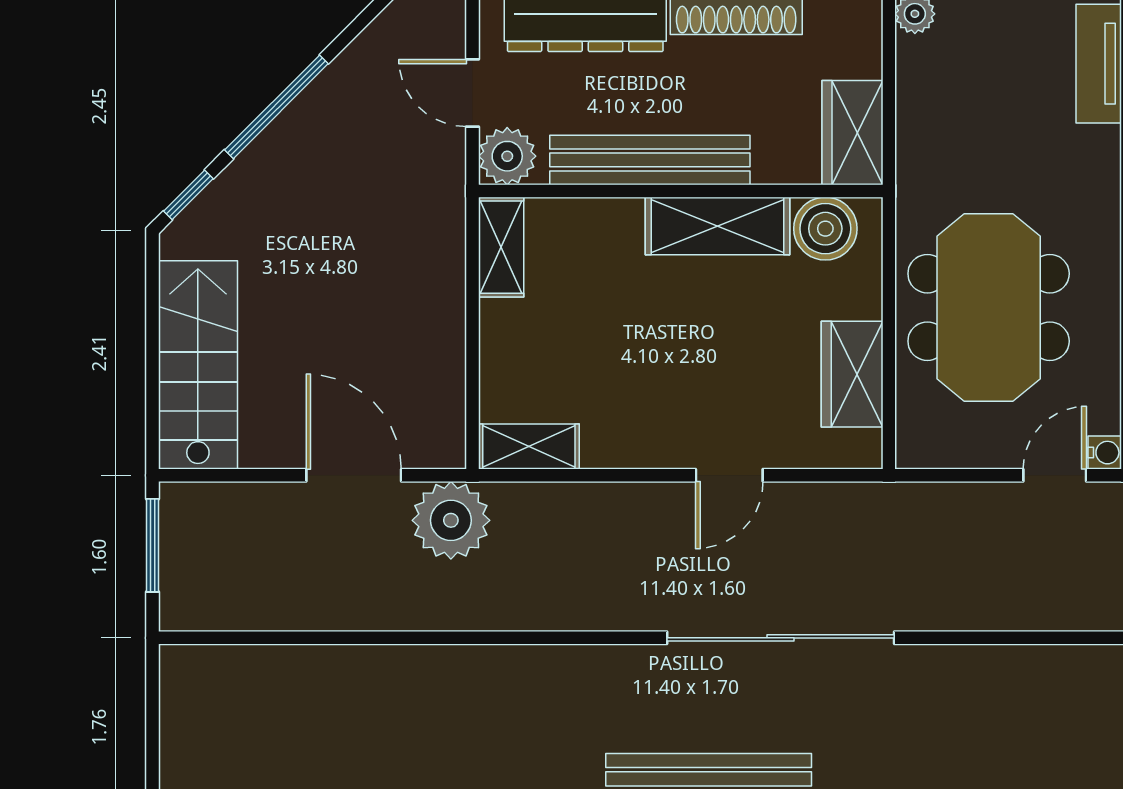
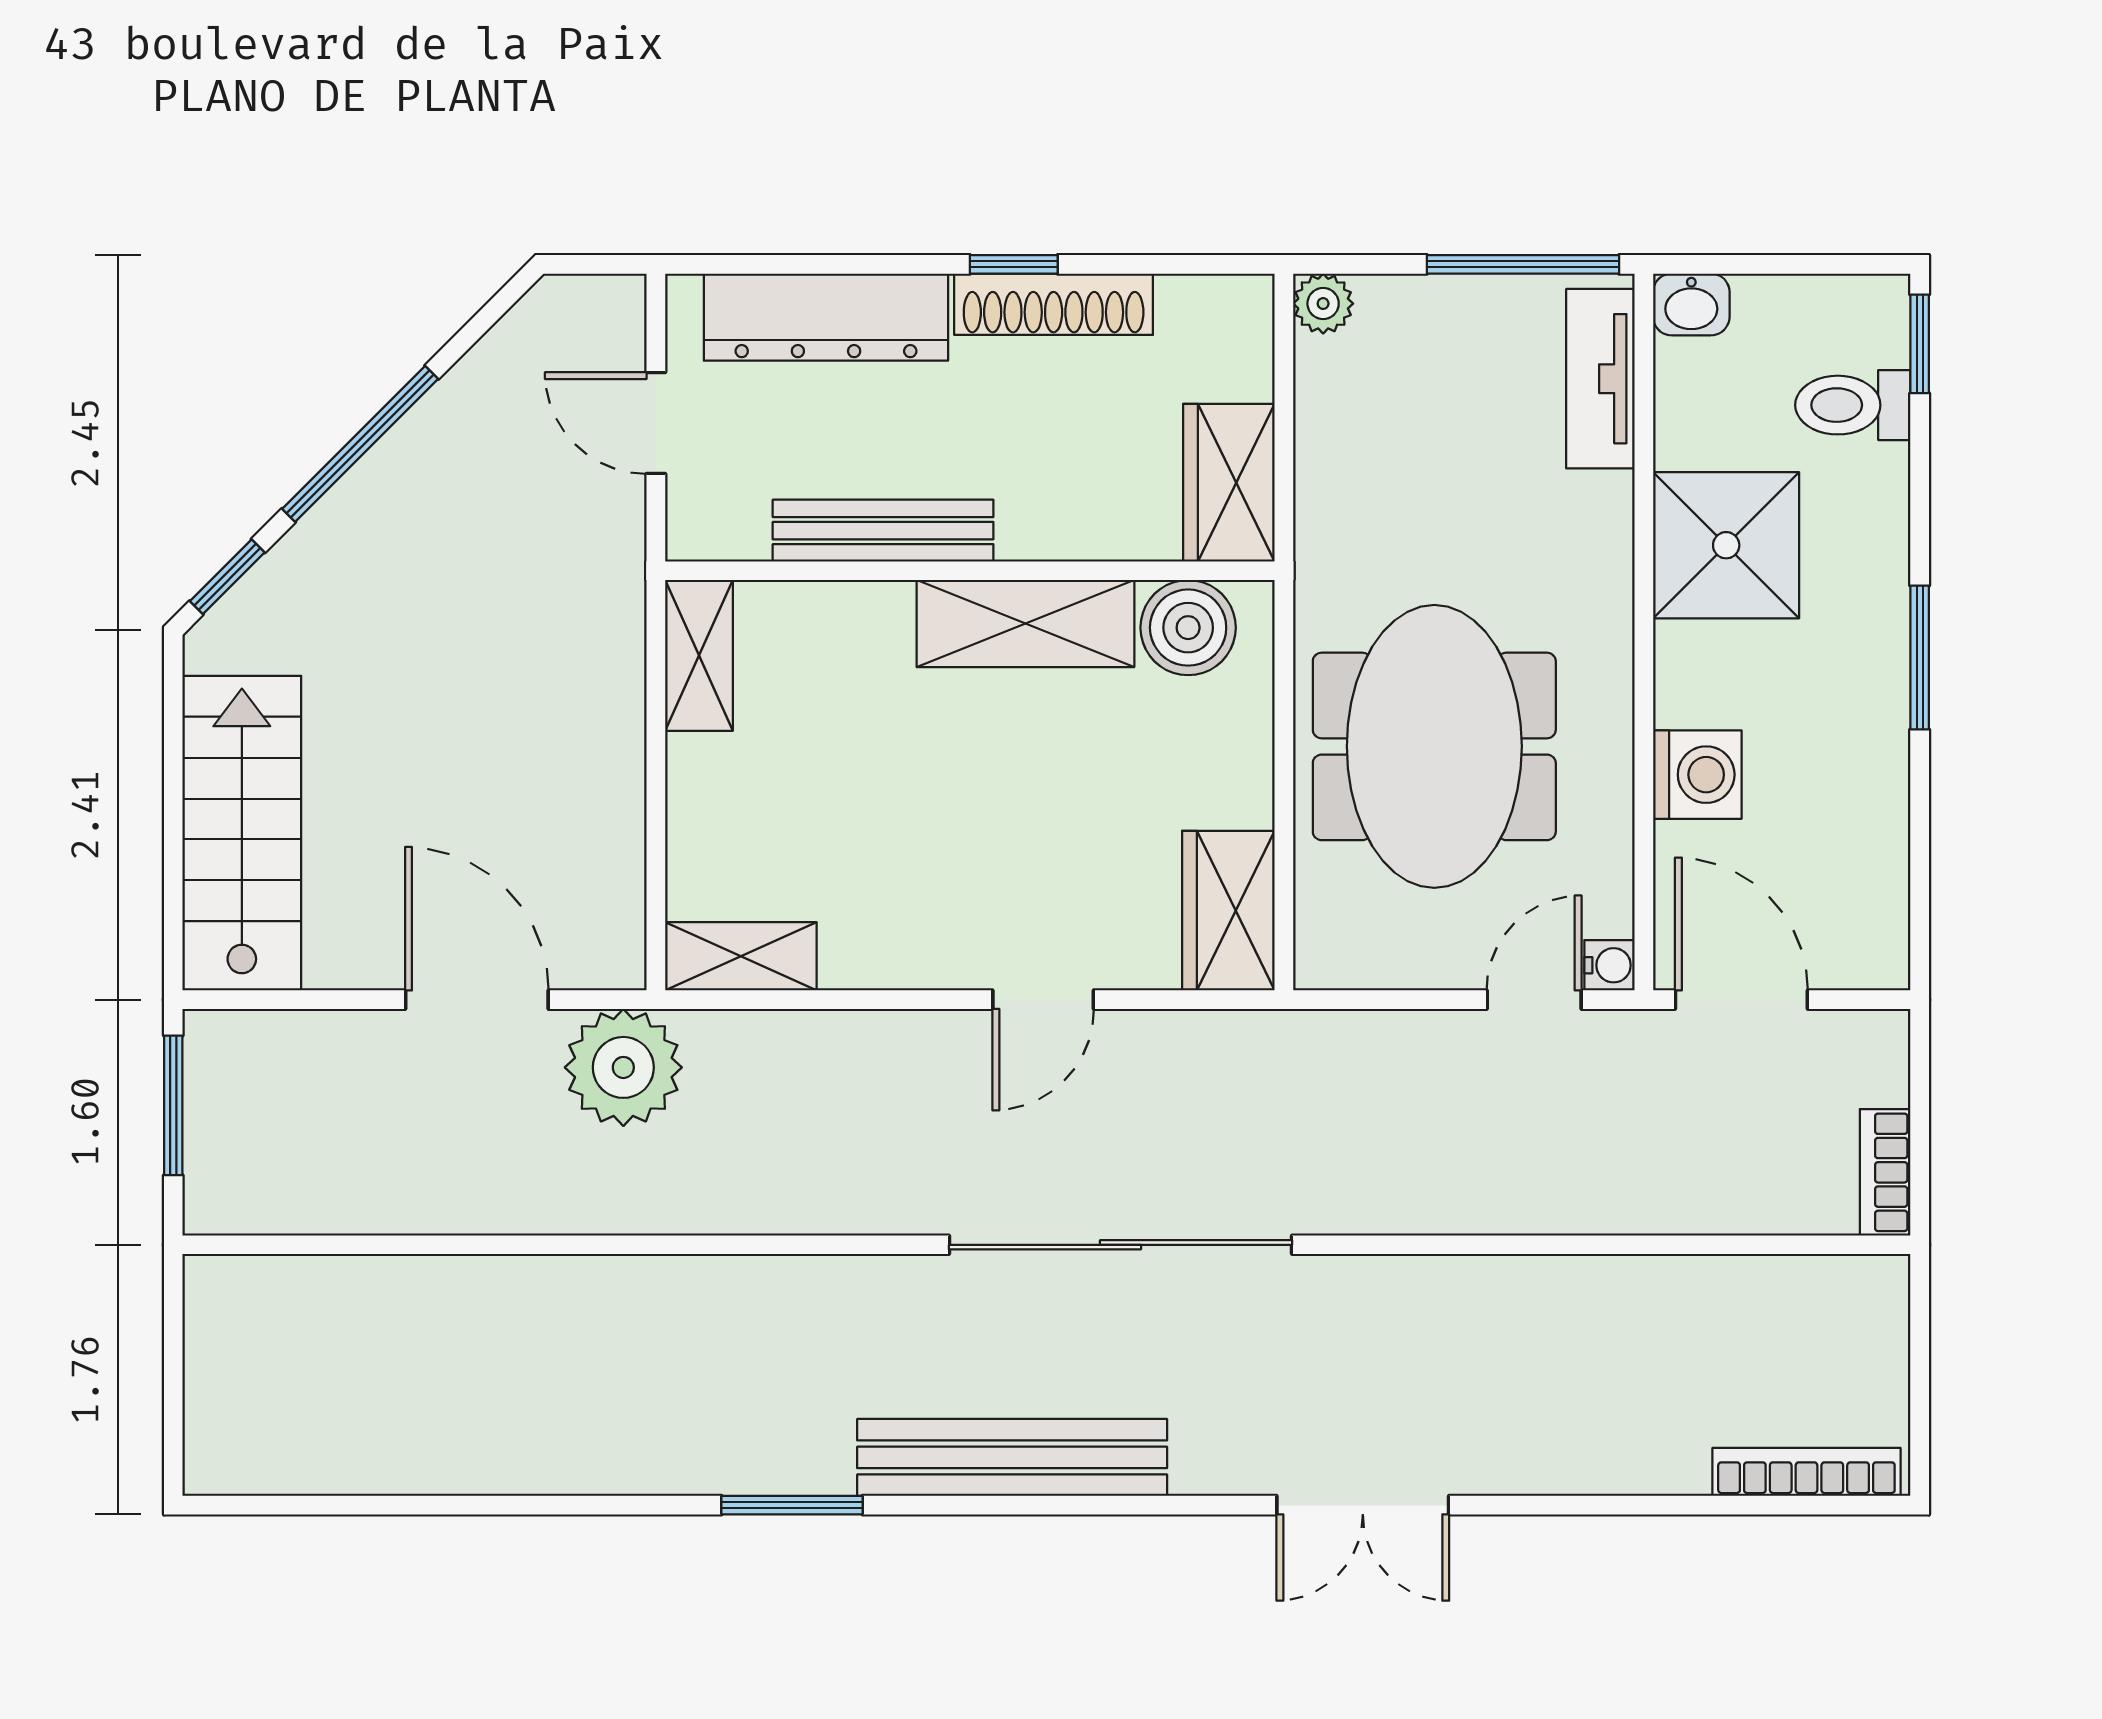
plant: (507, 156) -> (708, 518), removed
bench: (650, 160) -> (883, 531), width x0.73, depth x0.82
wardrobe: (852, 374) -> (1228, 911), moved

